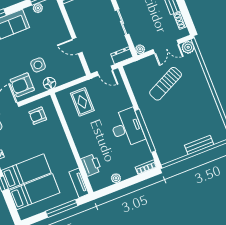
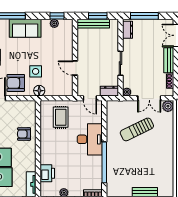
armchair: (38, 116) -> (24, 134), moved
desk: (127, 128) -> (90, 139), moved

